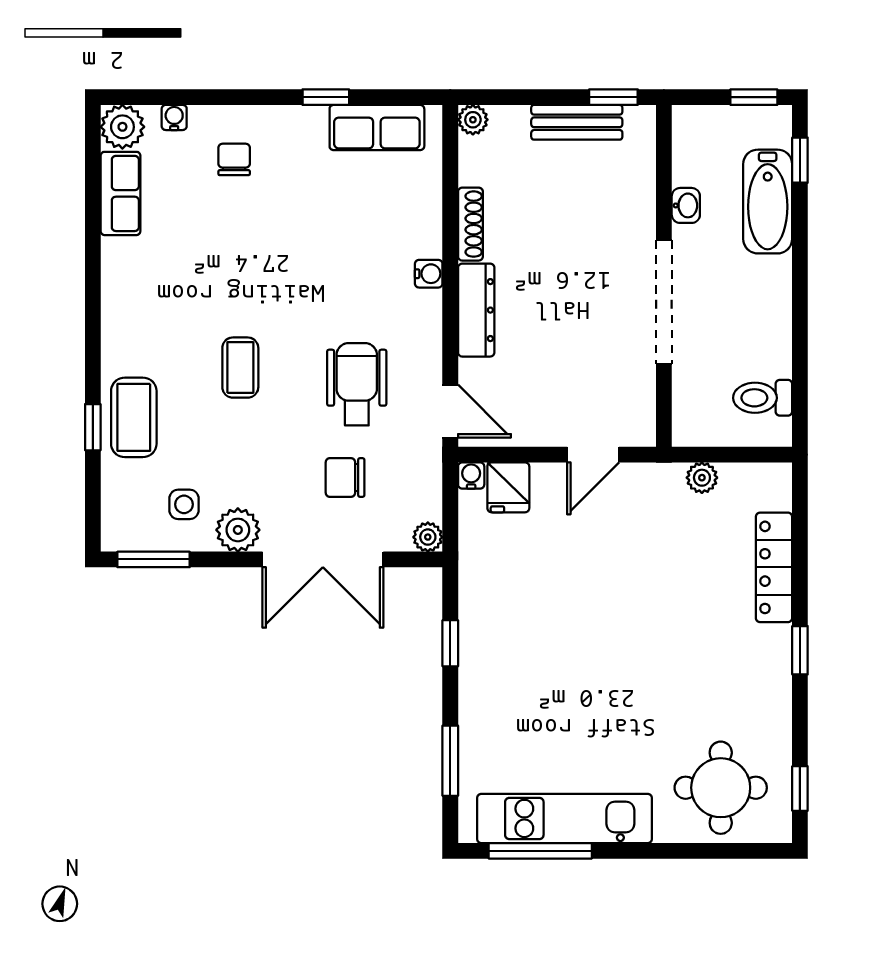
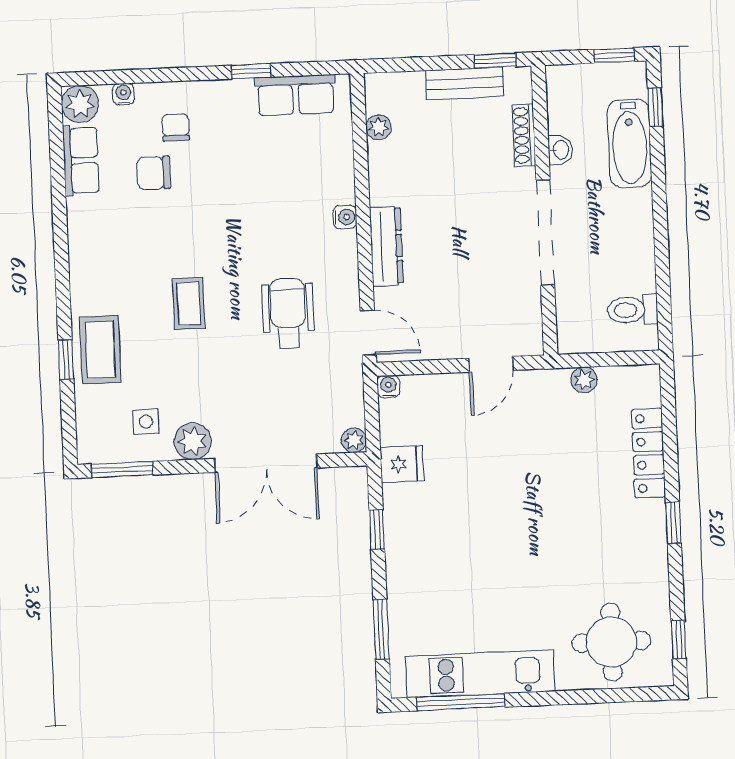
plant: (473, 120) -> (378, 127), moved
shoe rack: (470, 224) -> (524, 135), moved, turned 180
chair: (345, 477) -> (153, 173), moved
fridge: (508, 487) -> (402, 464), moved, turned -90

